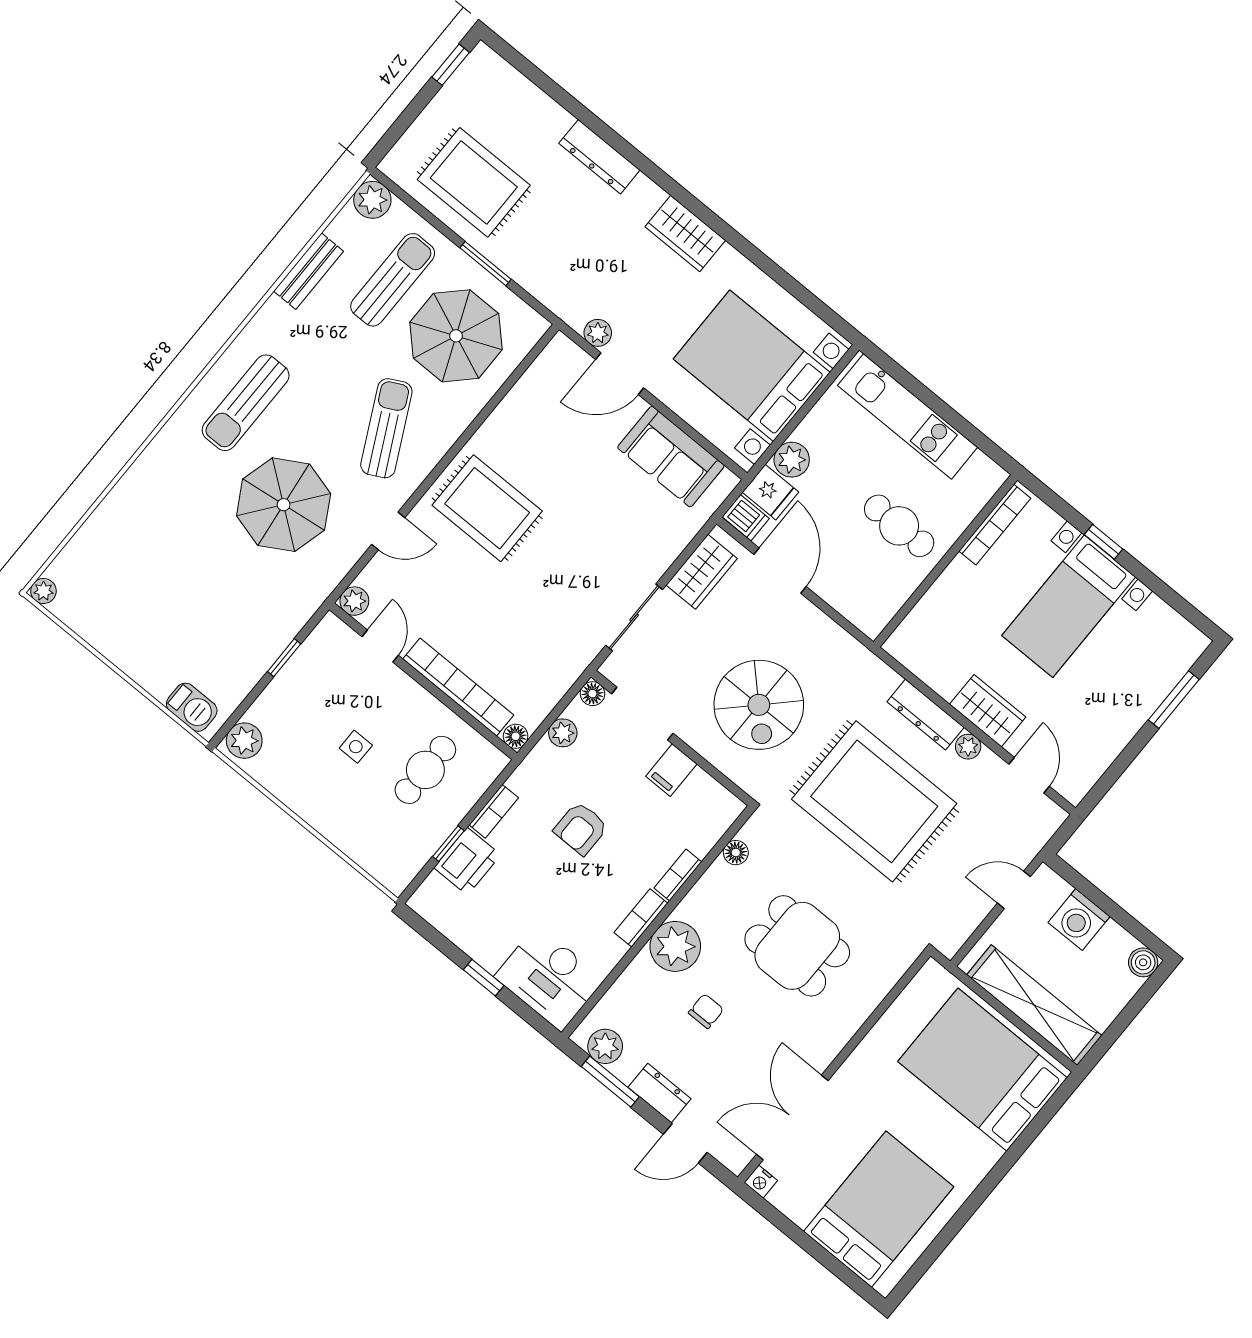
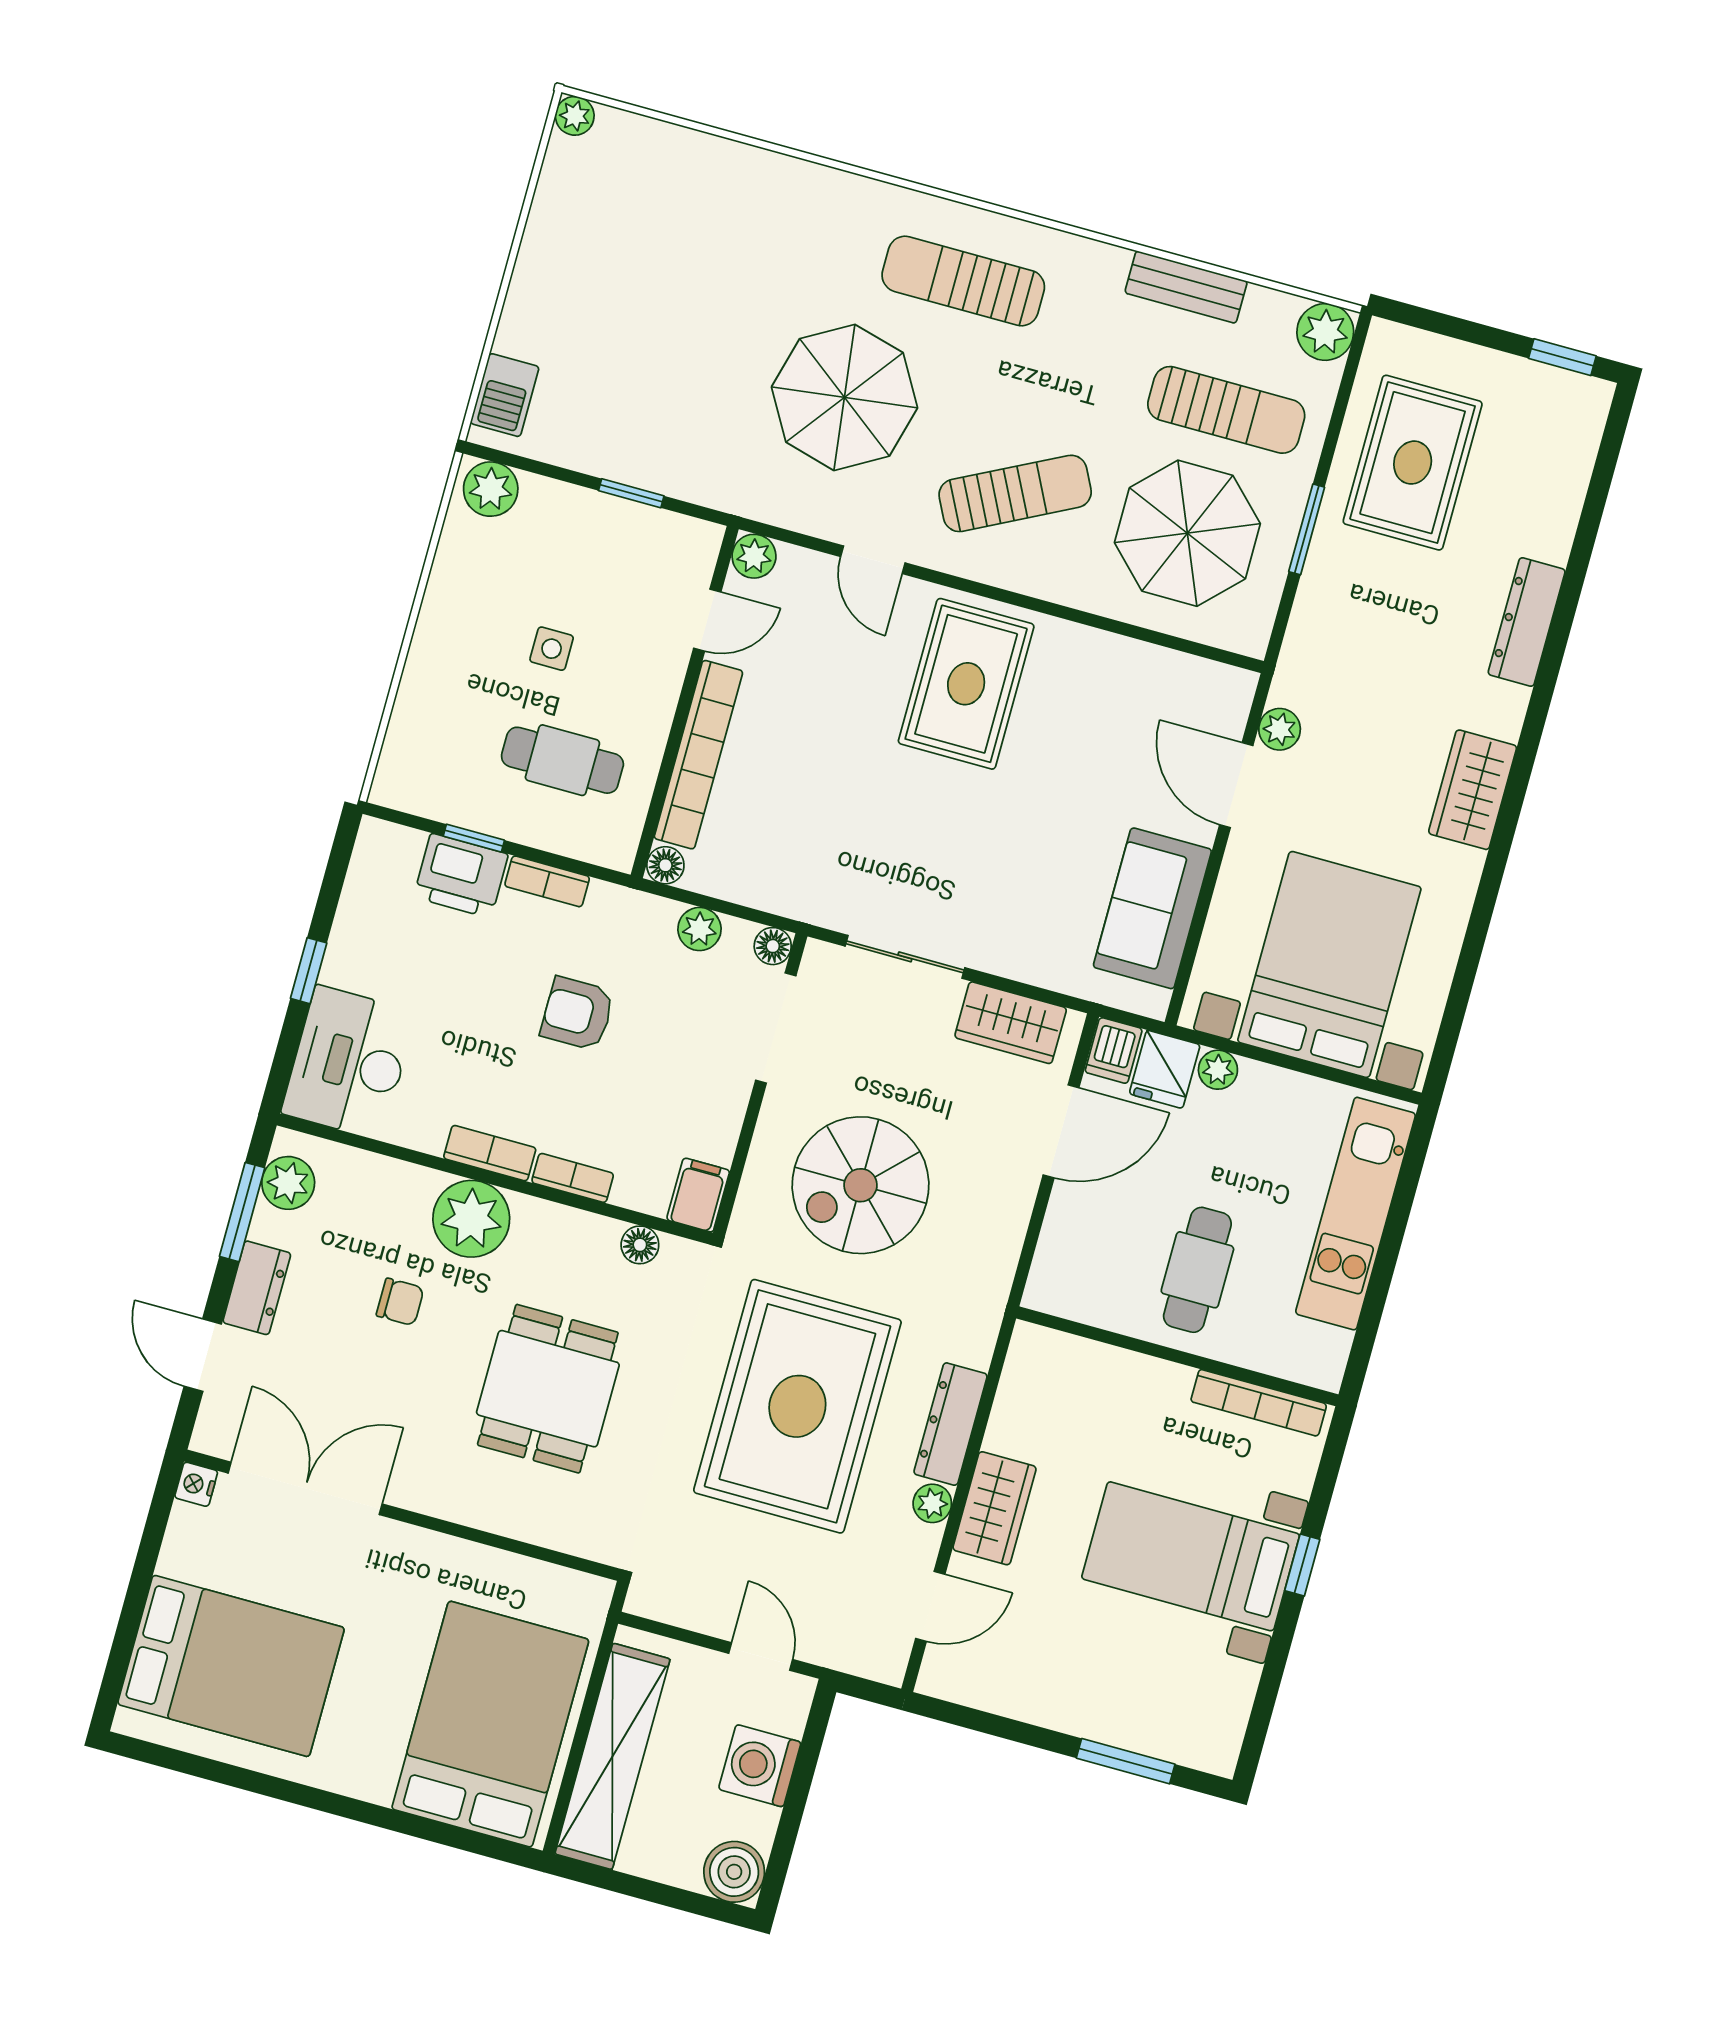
plant: (792, 460) -> (1218, 1070), width x0.73, depth x0.73
filing cabinet: (671, 770) -> (698, 1195), moved, turned 90
boiler: (1143, 962) -> (734, 1872), width x1.36, depth x1.36

